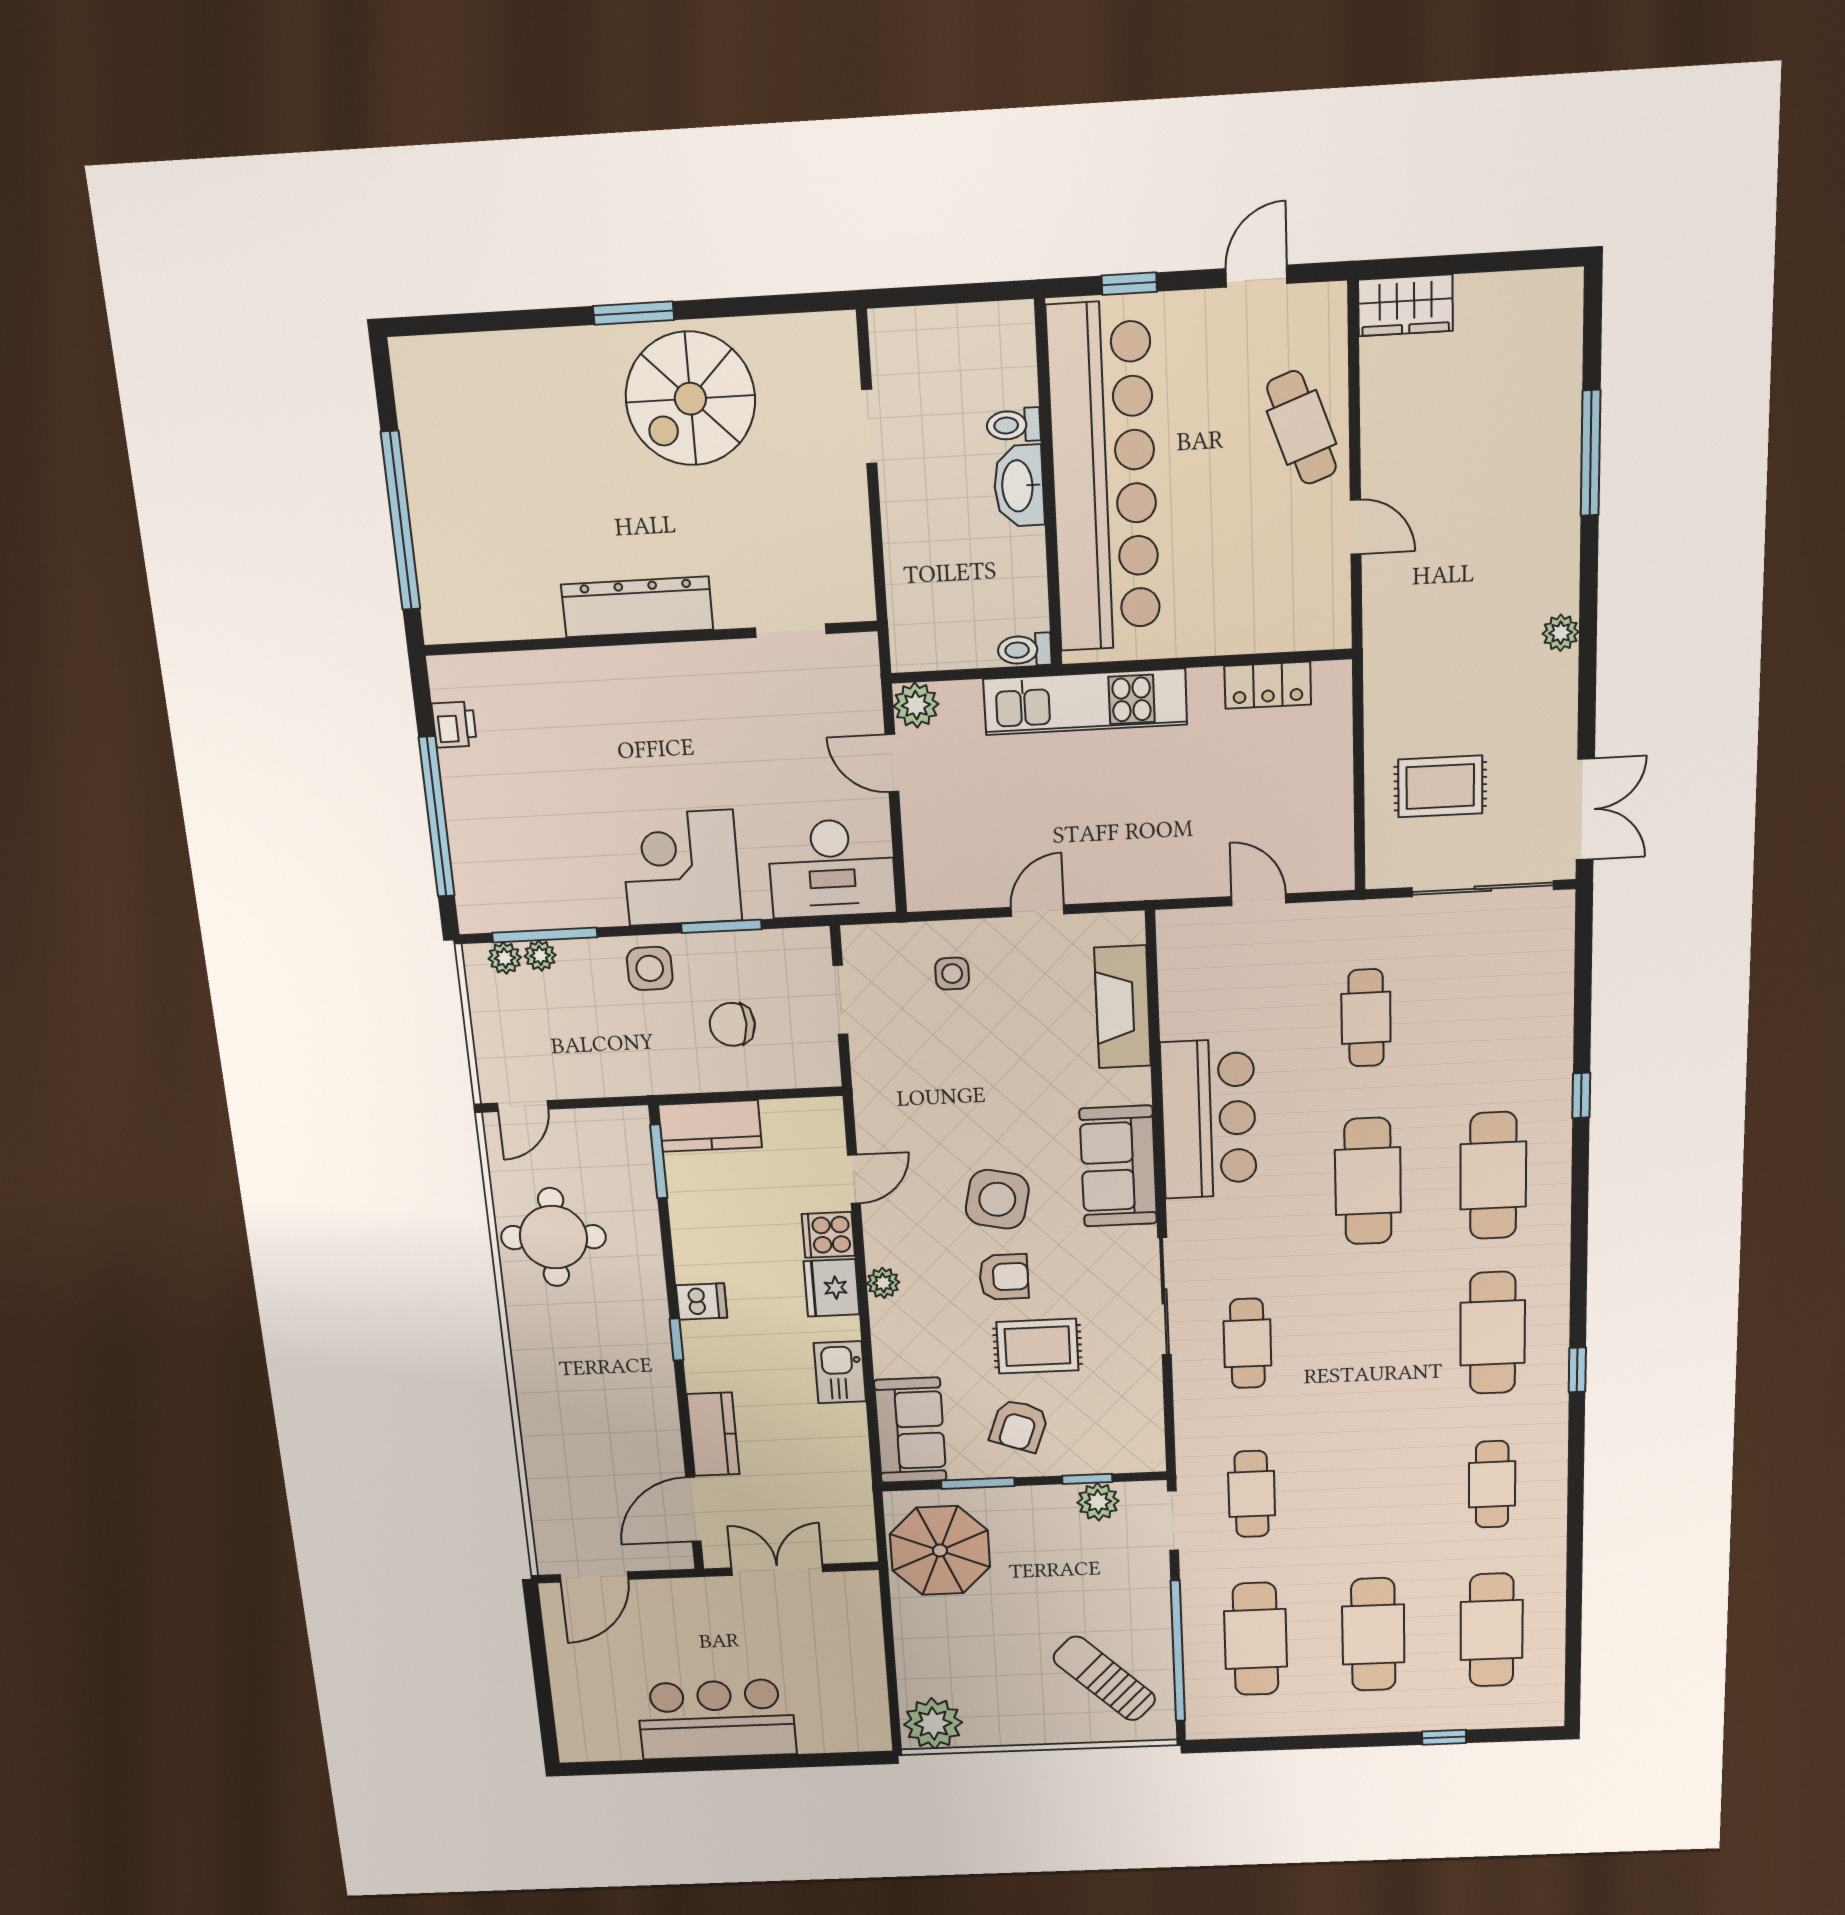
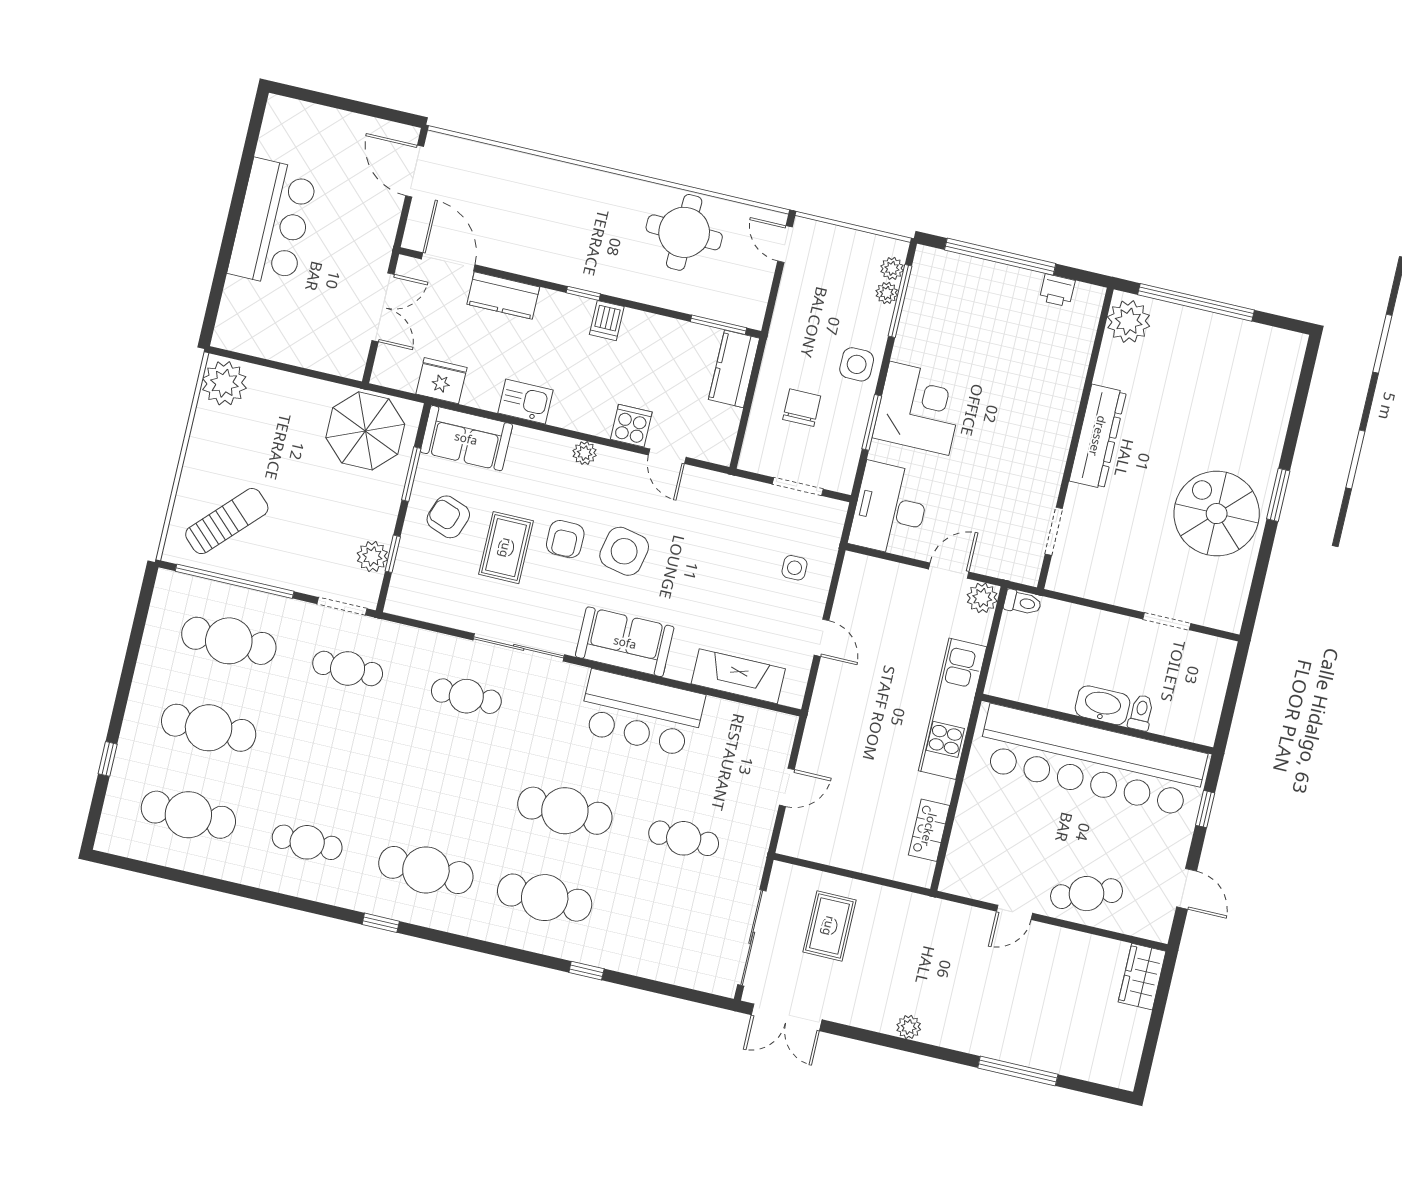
plant: (462, 611) -> (1129, 322), added
toilet: (1024, 650) -> (1023, 603), moved, turned 90
fridge: (832, 1288) -> (441, 381), moved

